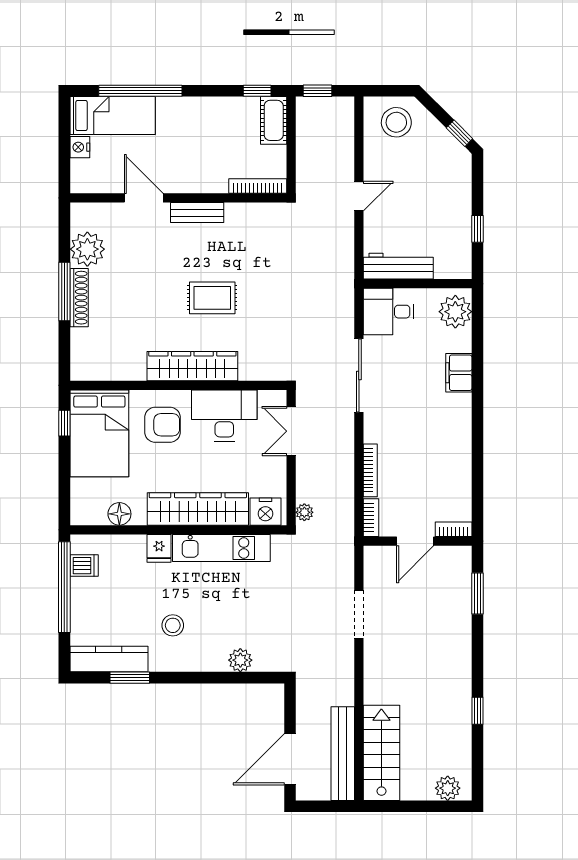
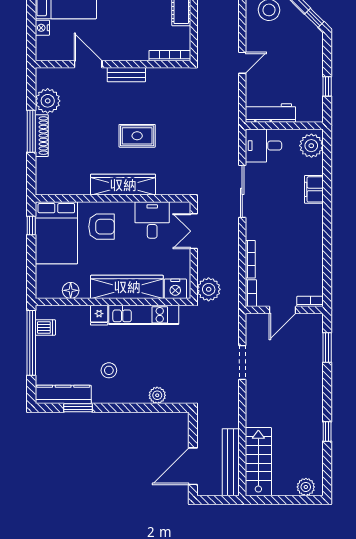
desk: (224, 415) -> (152, 220), width x0.73
plant: (304, 512) -> (209, 289), width x1.88, depth x1.88

